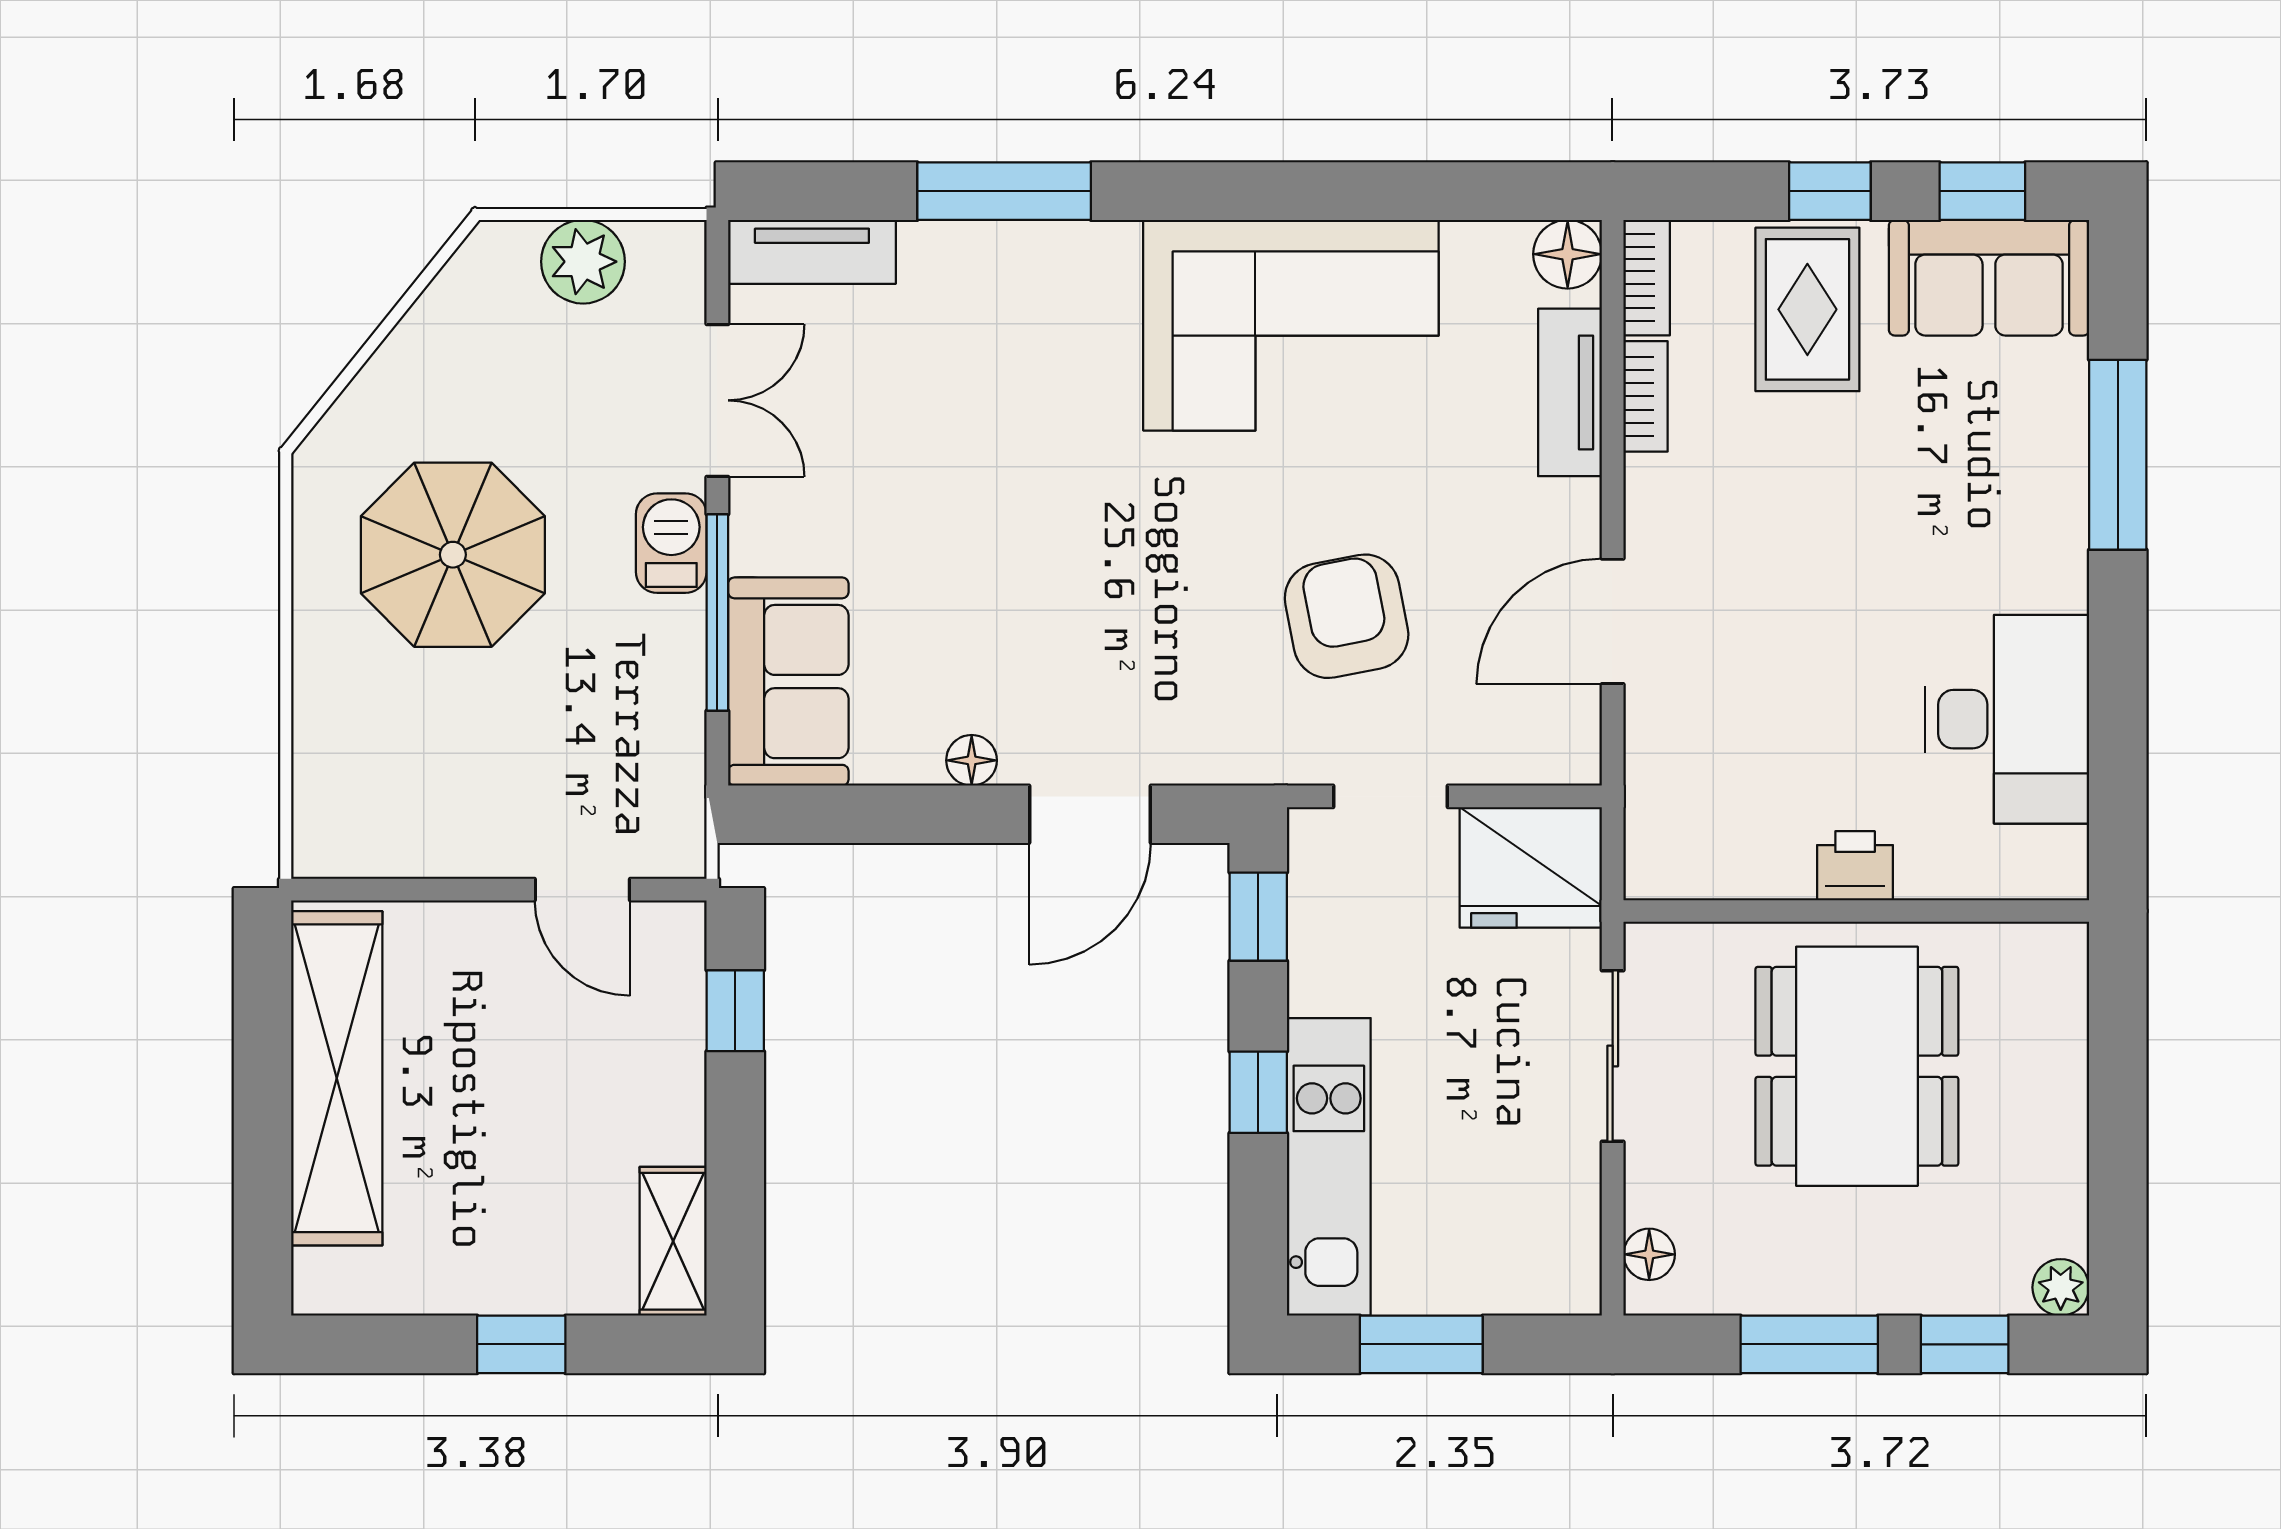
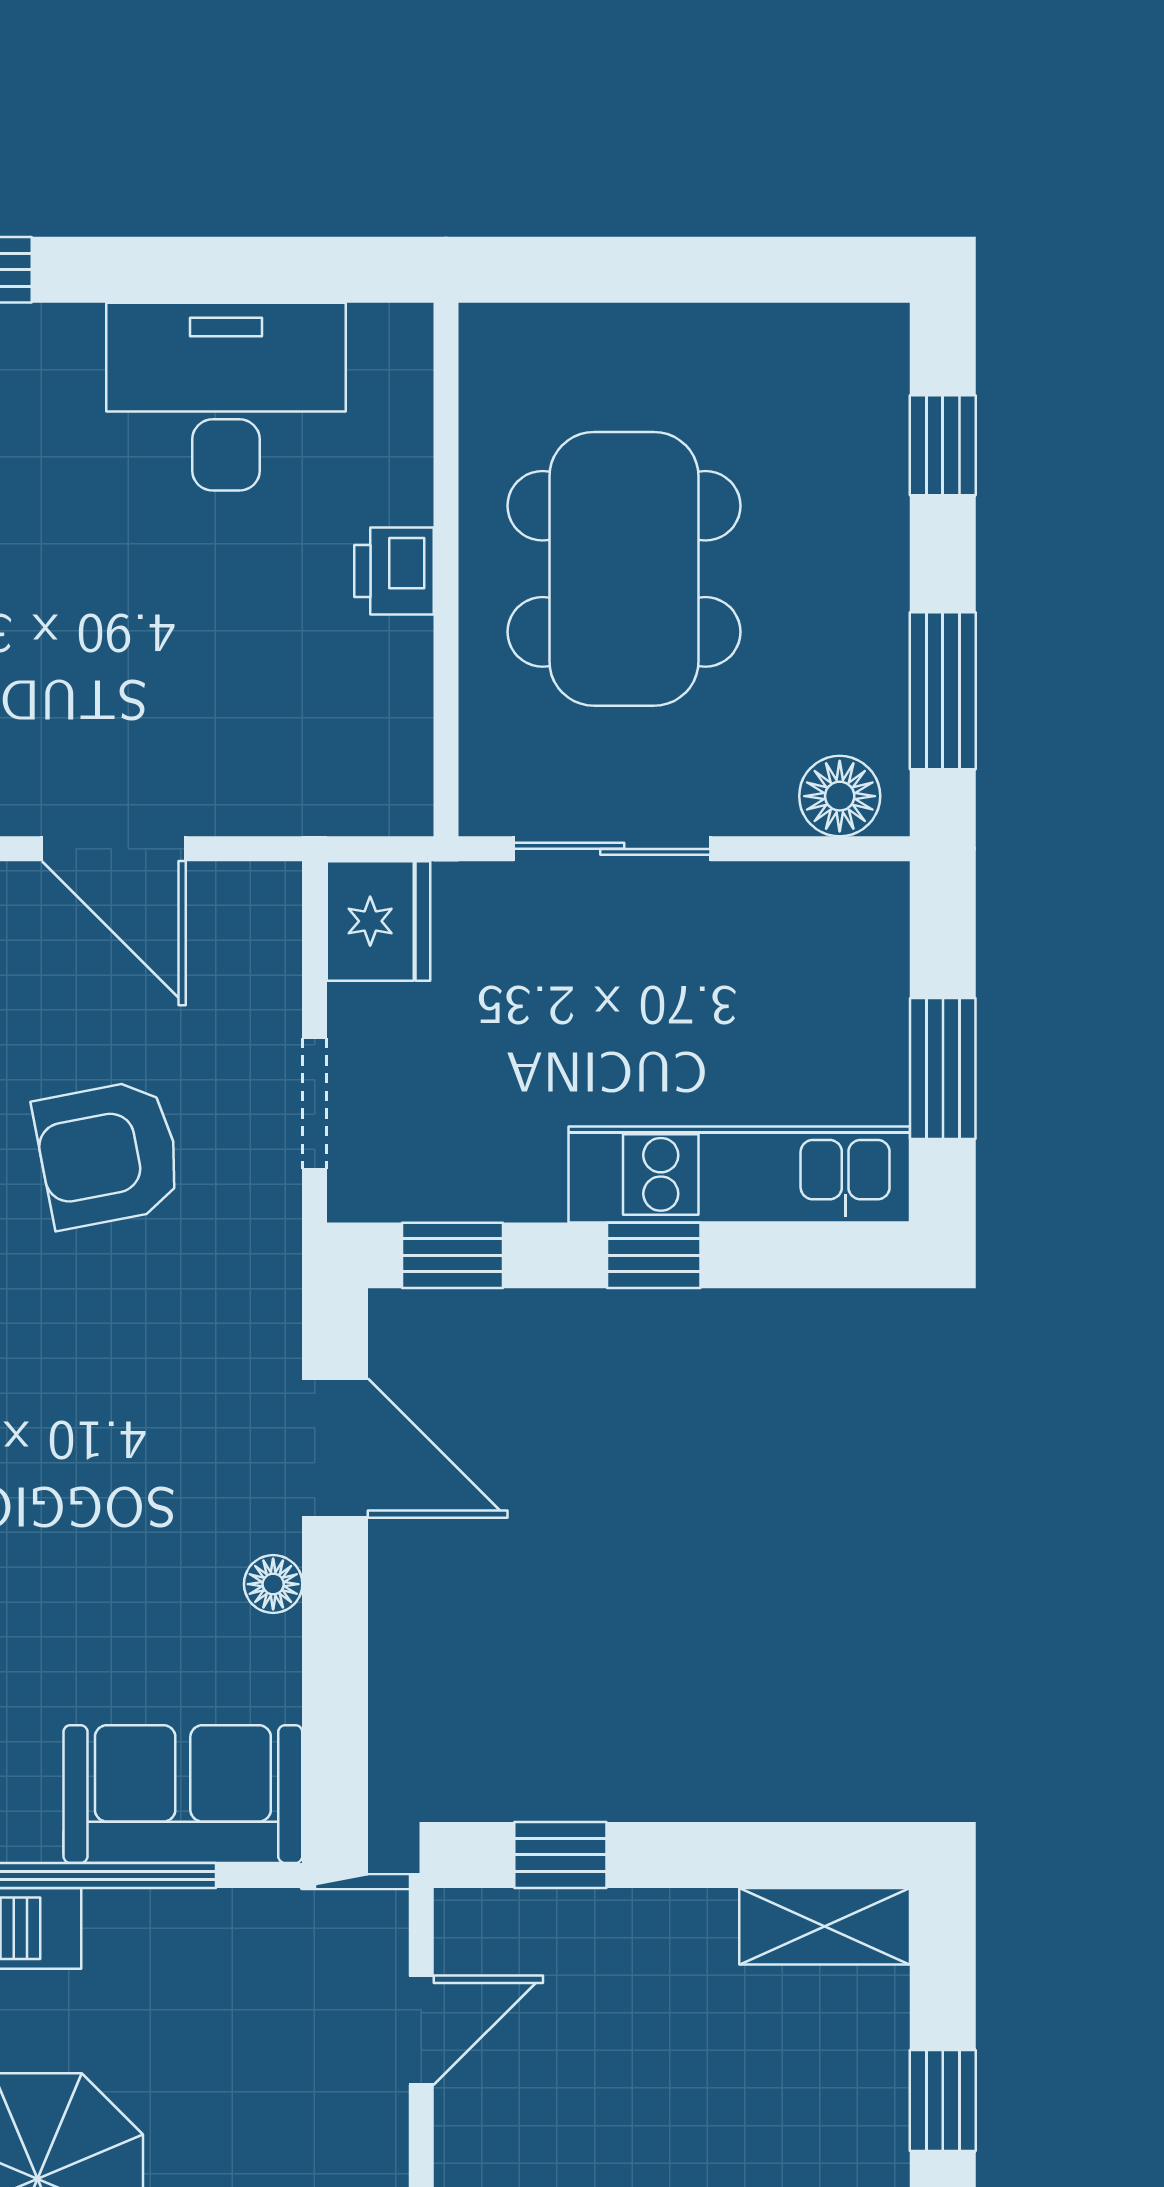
fridge: (1531, 867) -> (378, 921), width x0.73, depth x0.75
dining table: (1857, 1066) -> (624, 569), turned 90
floor lamp: (1649, 1254) -> (840, 796), width x1.37, depth x1.37
plant: (2061, 1287) -> (877, 335), removed
window: (1809, 1344) -> (943, 691), moved

